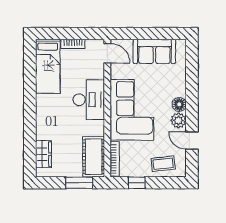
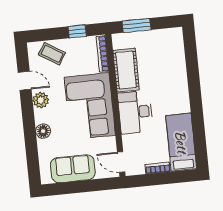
floor lamp: (179, 104) -> (43, 131), moved
wardrobe: (43, 154) -> (176, 51), removed
cot: (94, 157) -> (126, 70), moved
coffee table: (163, 164) -> (52, 54), turned 38

